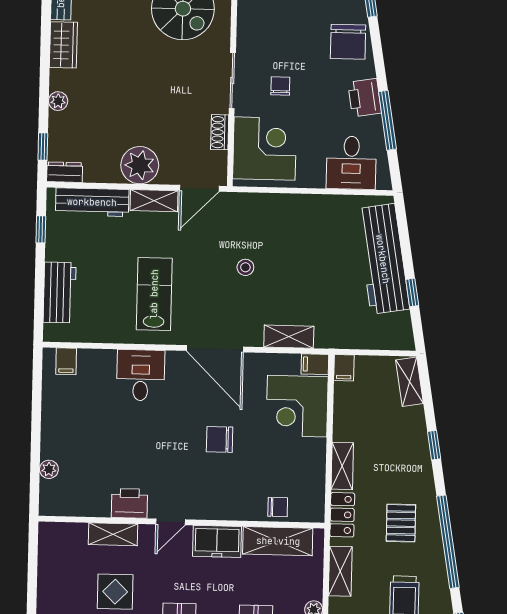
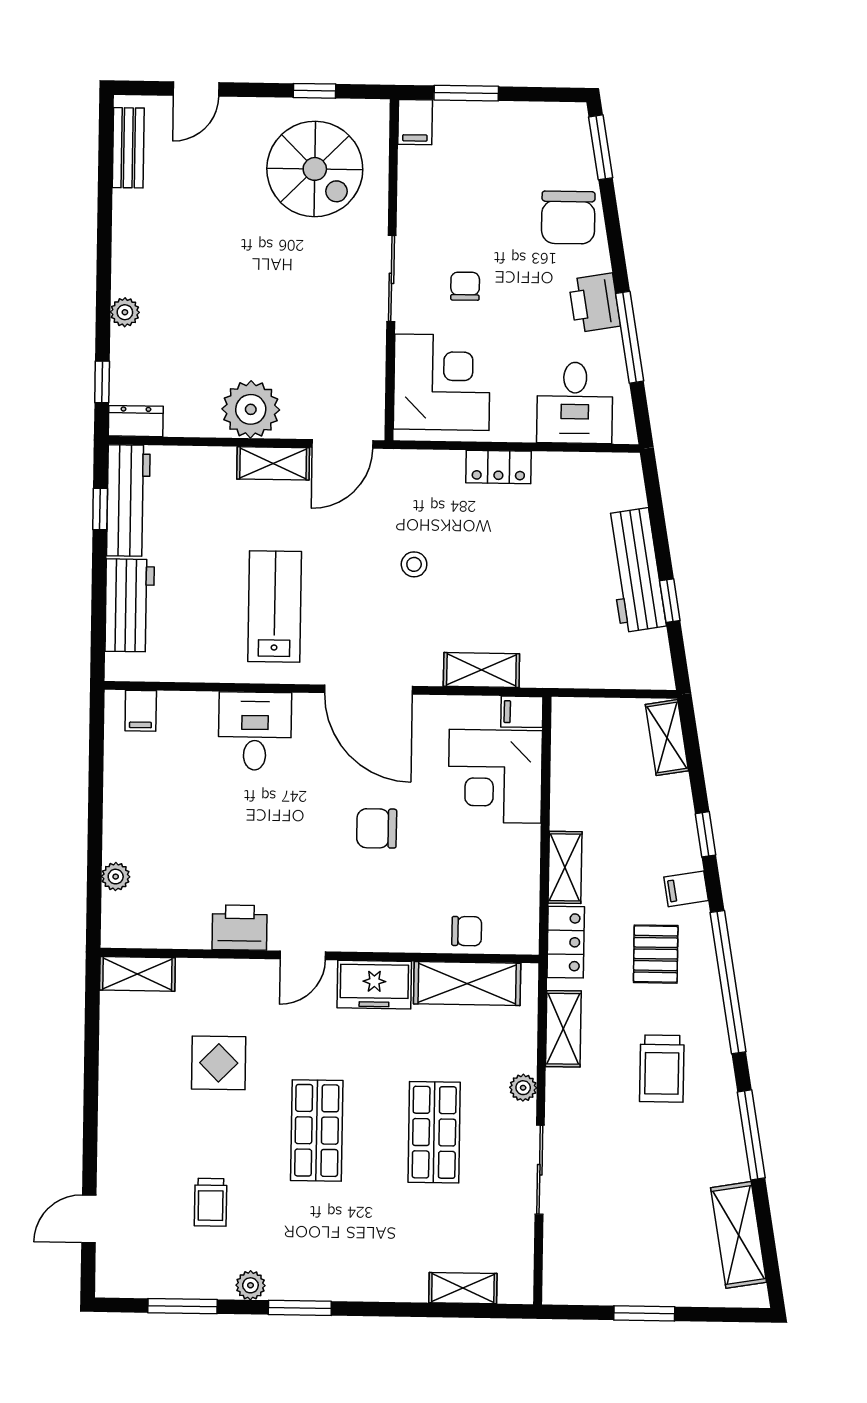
wardrobe: (63, 45) -> (132, 226), removed
shoe rack: (220, 132) -> (373, 358), removed
workbench: (92, 202) -> (128, 501), moved, turned -90
locker: (301, 204) -> (498, 467), added
workbench: (383, 259) -> (635, 570), width x0.73, depth x0.76
filing cabinet: (344, 368) -> (686, 889), moved, turned 80
shelving: (113, 534) -> (137, 974), moved

